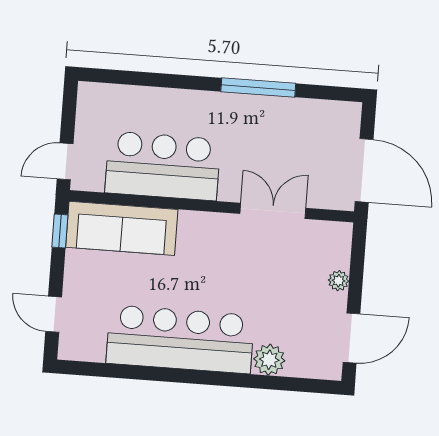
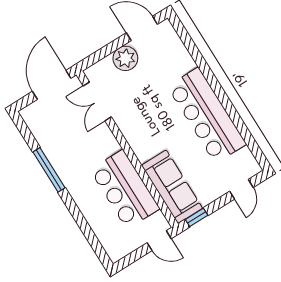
double door: (273, 211) -> (97, 101), moved
plant: (339, 281) -> (125, 58), width x1.88, depth x1.88
plant: (269, 360) -> (184, 62), removed

